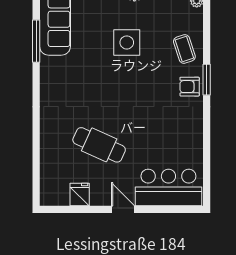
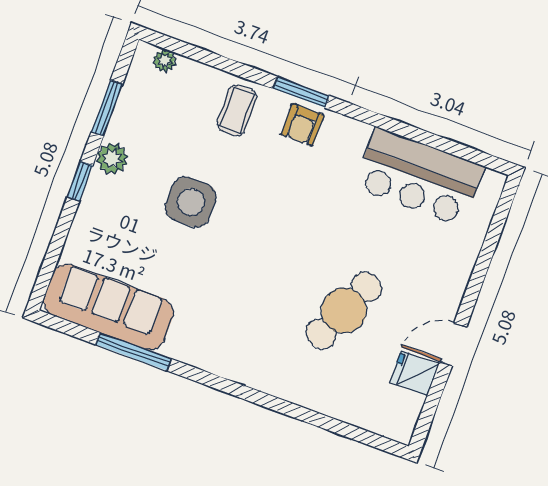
coffee table: (184, 49) -> (237, 110), turned -72
bar counter: (168, 188) -> (419, 177), moved, turned -90
door: (123, 209) -> (453, 344), moved

